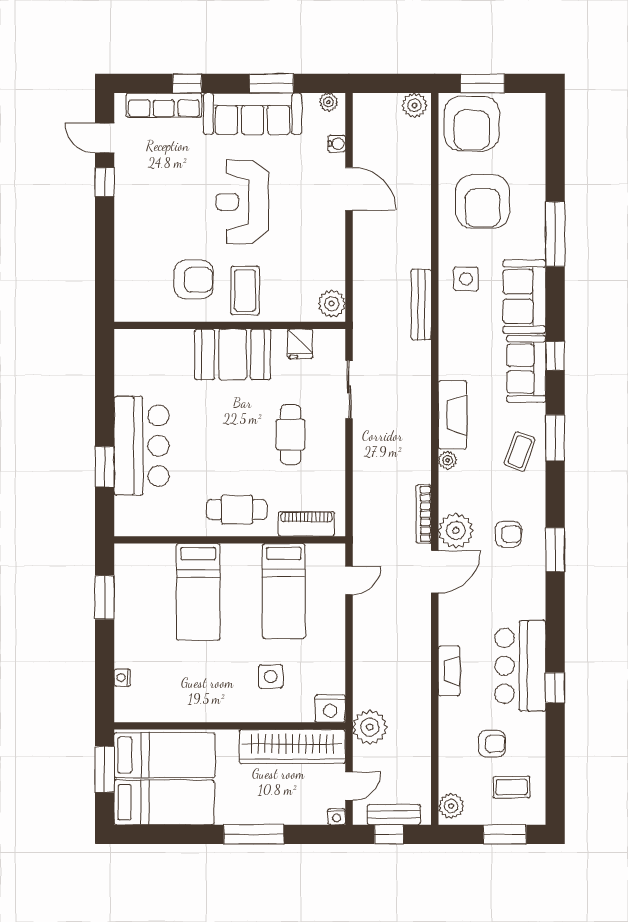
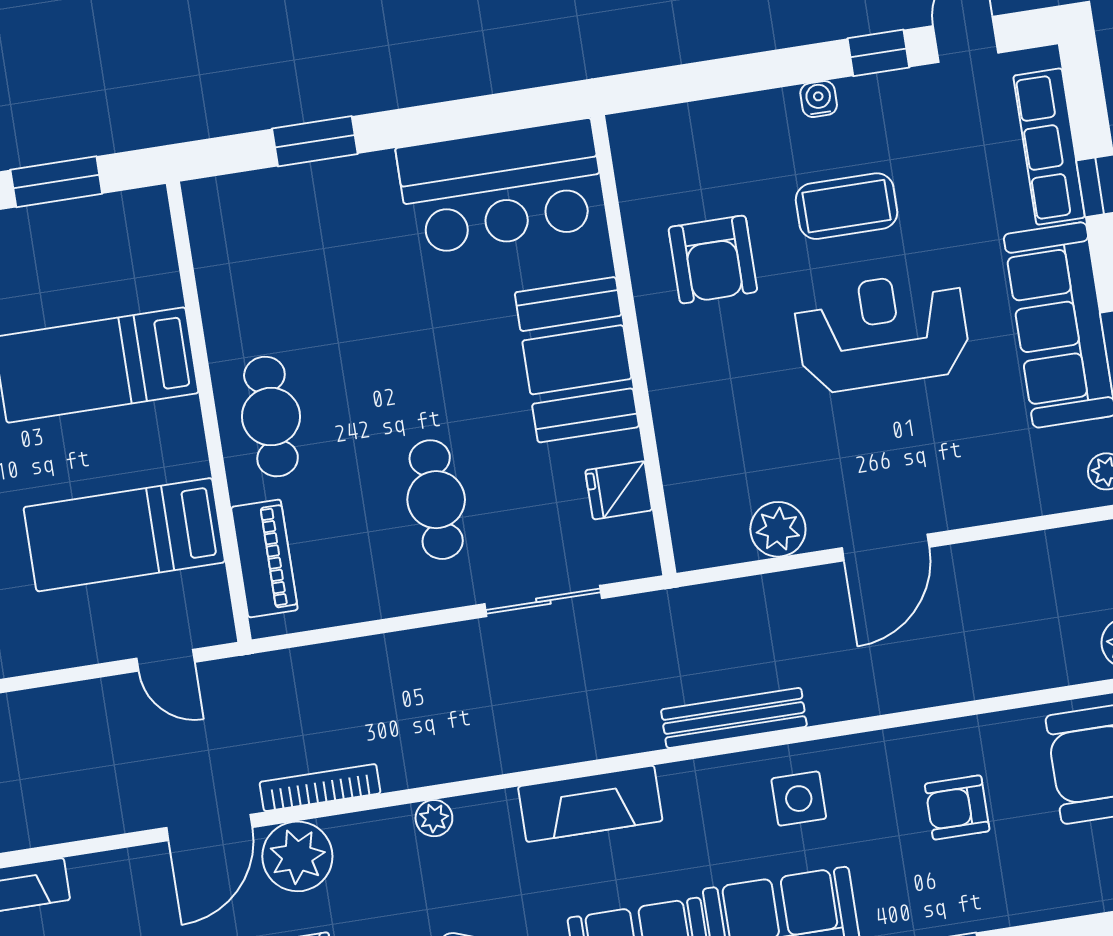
water cooler: (337, 144) -> (819, 99), moved, turned 180
door: (349, 189) -> (886, 548), moved
armchair: (483, 202) -> (957, 807), width x0.53, depth x0.53
coffee table: (245, 290) -> (847, 206), moved
plant: (332, 304) -> (778, 529), moved
fireplace: (452, 415) -> (590, 804), moved
cafe table: (291, 435) -> (436, 500), turned 90
bar counter: (142, 446) -> (501, 187), moved
door: (435, 572) -> (209, 828), hinge flipped

